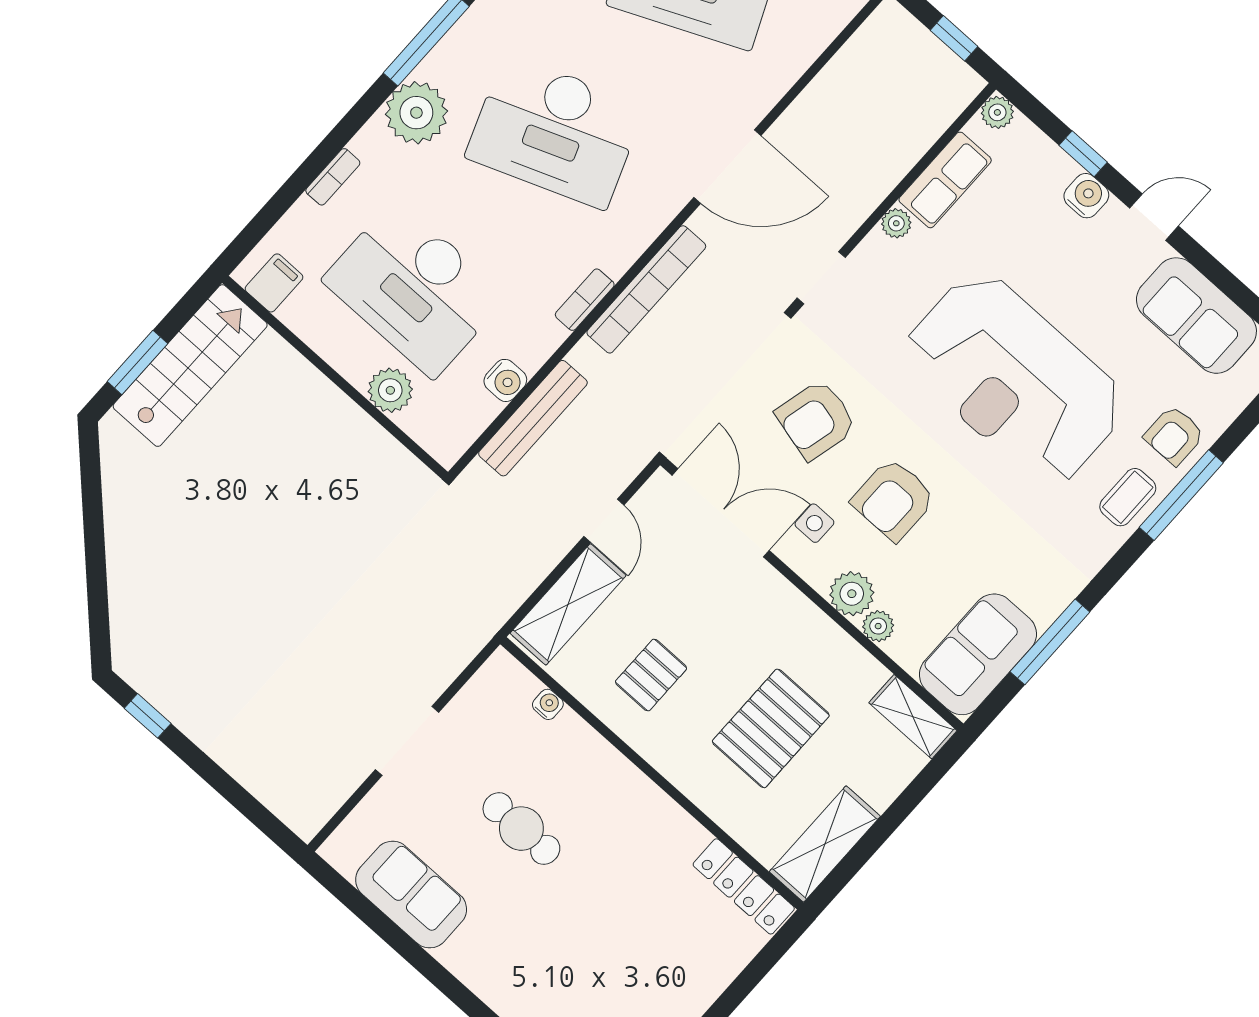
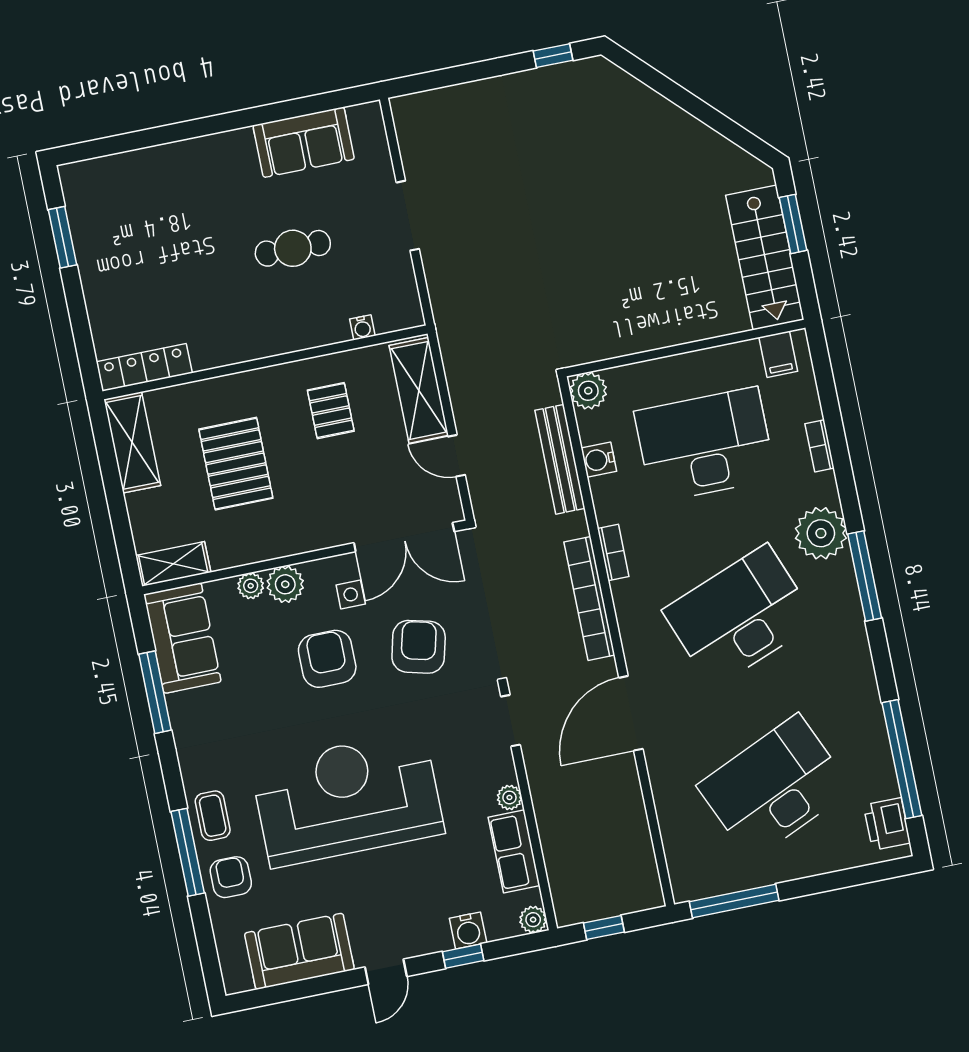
water cooler: (1086, 196) -> (468, 930), moved
plant: (390, 390) -> (588, 391), moved

